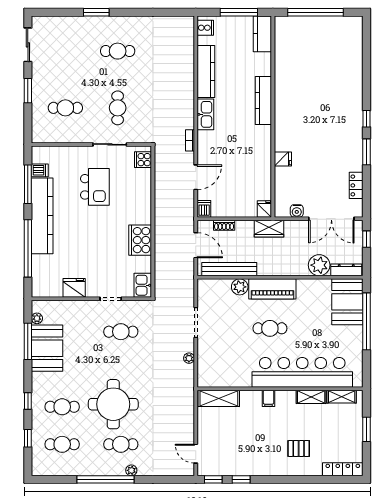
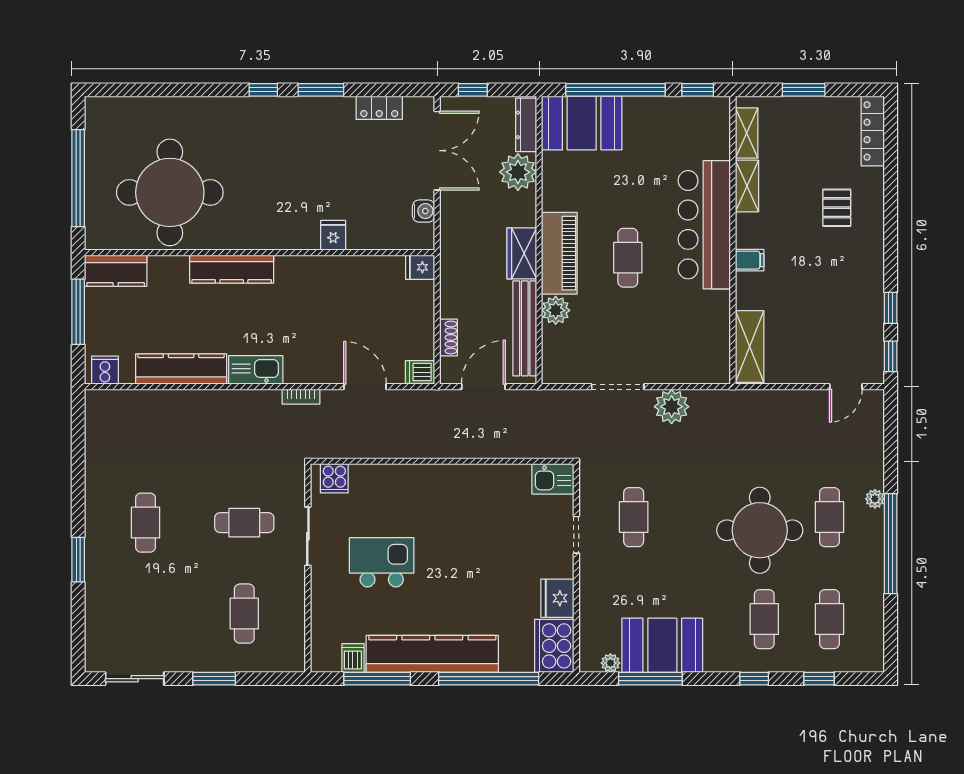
round table: (307, 65) -> (170, 192), added
wardrobe: (269, 229) -> (522, 253), moved, turned 180
cooker: (140, 240) -> (554, 646), moved, turned 90
plant: (189, 358) -> (672, 407), width x1.87, depth x1.87
window: (366, 368) -> (698, 90), added
bar counter: (302, 372) -> (704, 225), width x0.73

